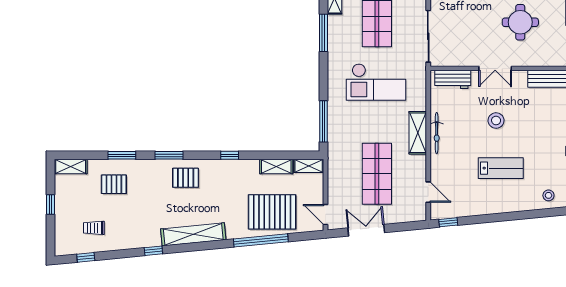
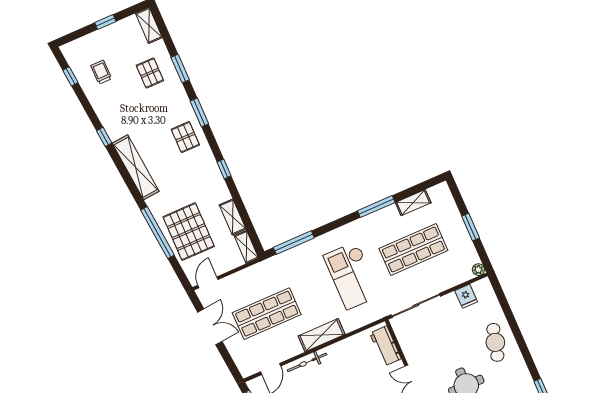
bicycle: (437, 133) -> (307, 362), moved

